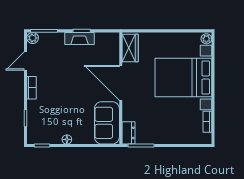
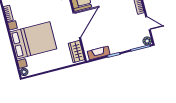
fireplace: (80, 38) -> (99, 53), moved
door: (26, 61) -> (148, 23), hinge flipped
door: (121, 83) -> (77, 25), hinge flipped

